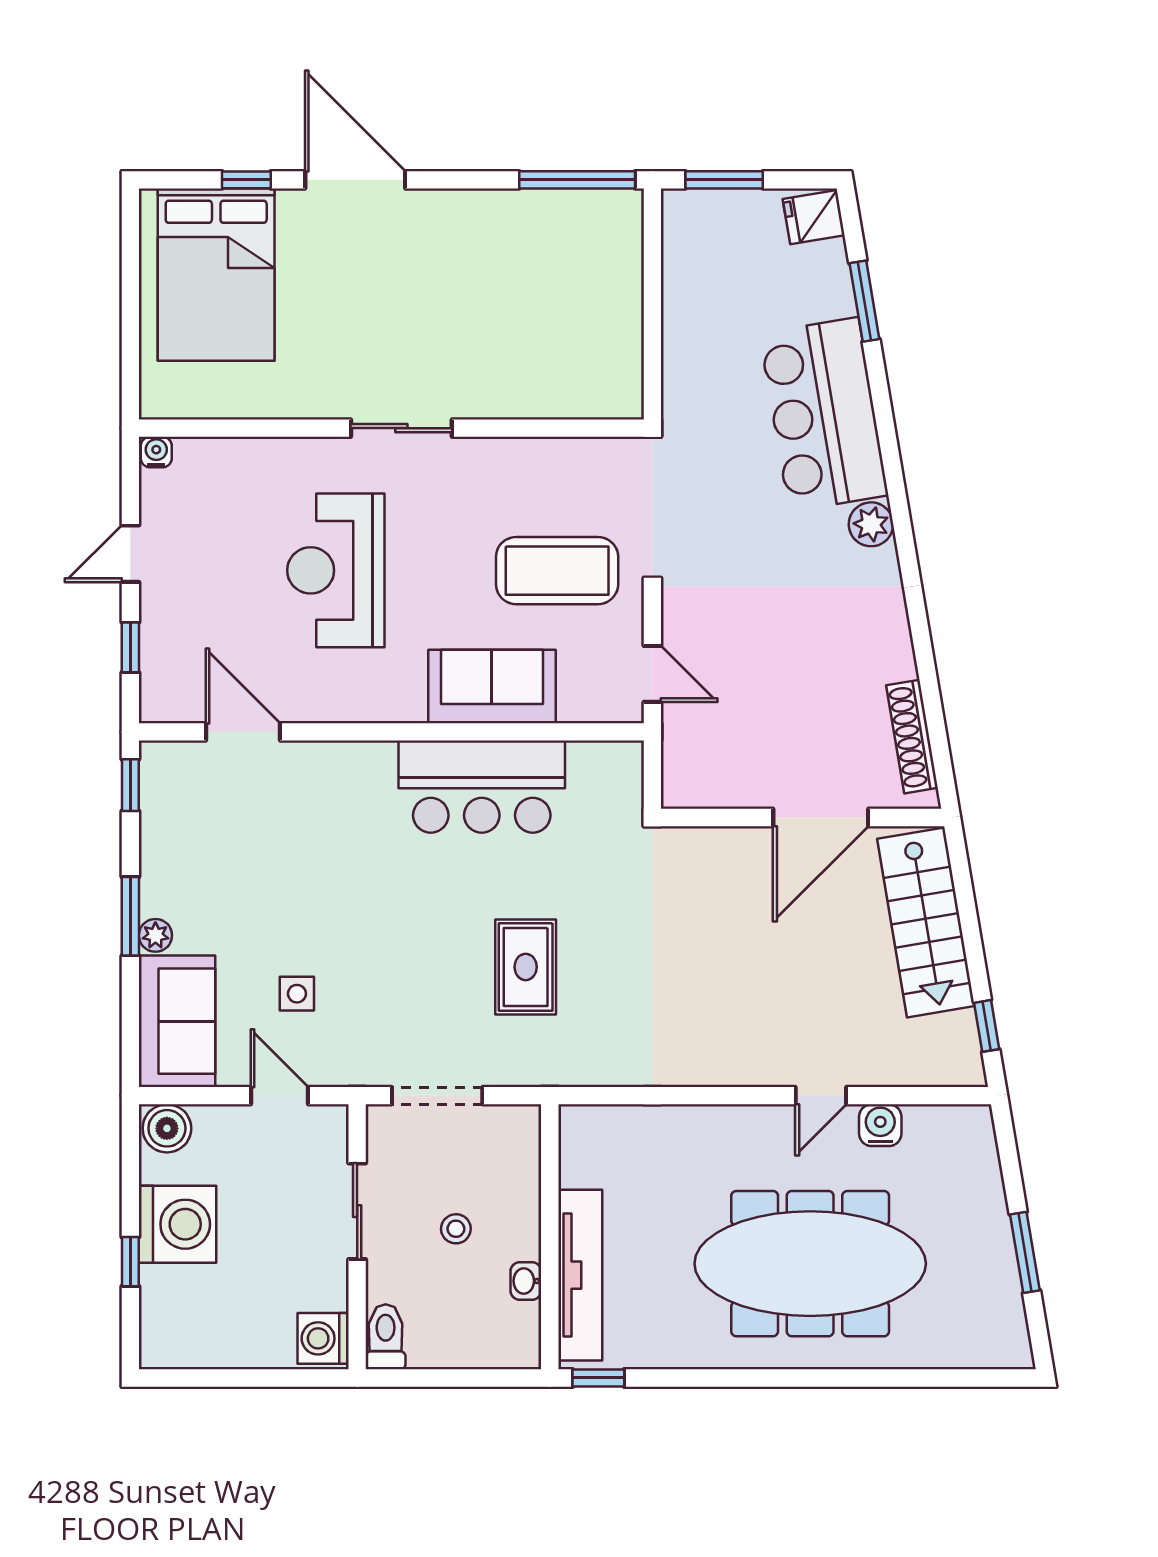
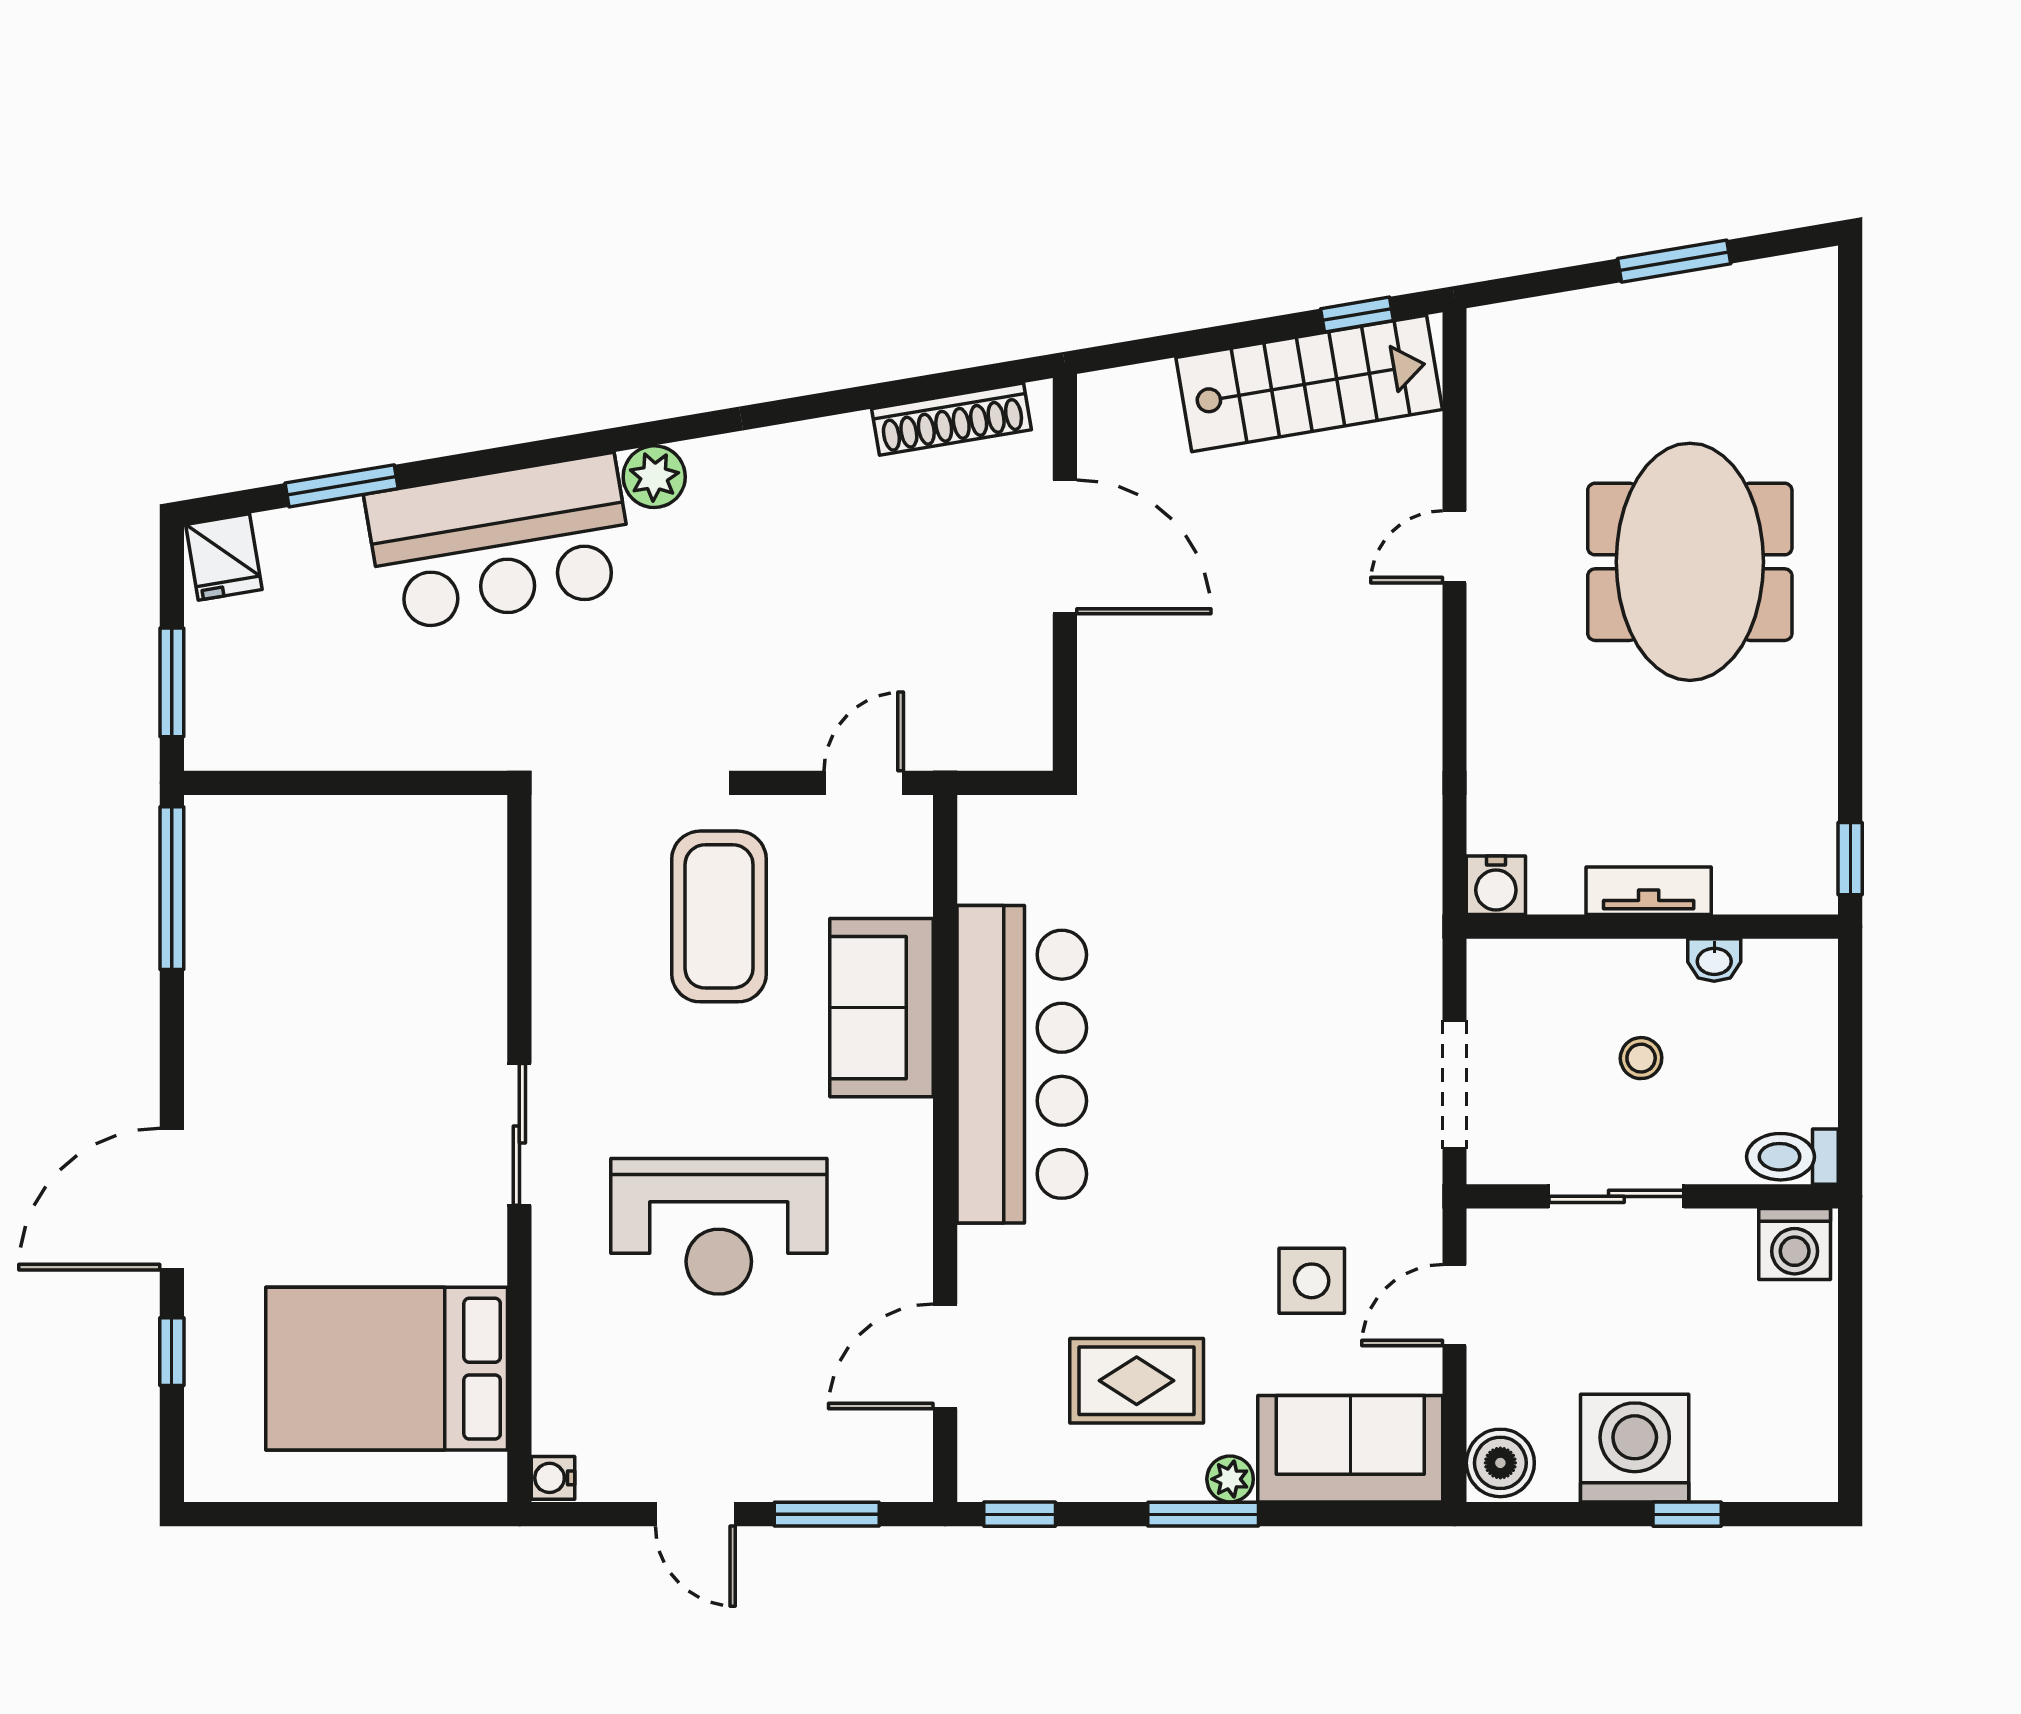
bed: (216, 275) -> (387, 1369), moved, turned 180
window: (130, 647) -> (827, 1514), width x1.50
bar counter: (482, 787) -> (1022, 1064), width x1.36
stairs: (926, 922) -> (1309, 383), moved
rug: (526, 967) -> (1137, 1381), moved
side table: (297, 994) -> (1312, 1281), width x1.37, depth x1.37
door: (821, 1096) -> (1455, 547), swing flipped
water cooler: (880, 1125) -> (1496, 885), moved, turned -90
meeting table: (810, 1264) -> (1690, 562), width x0.73
tv unit: (580, 1275) -> (1649, 891), width x0.52, depth x0.78

